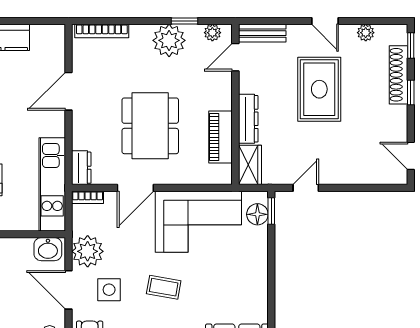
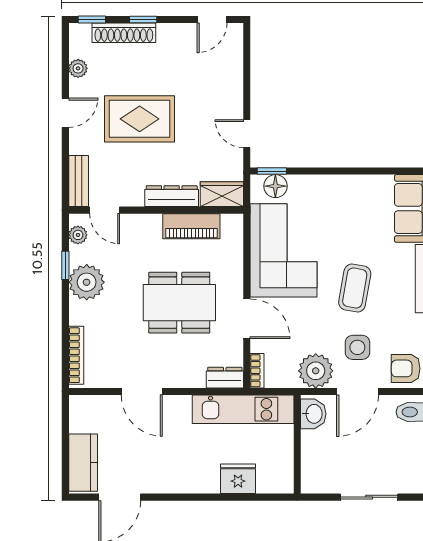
coffee table: (164, 287) -> (355, 288), width x1.36, depth x1.30

